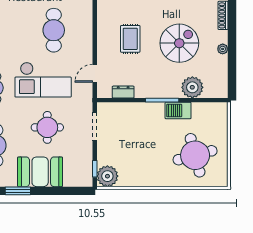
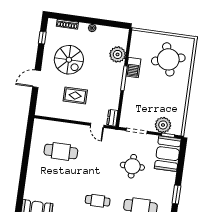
spiral stairs: (179, 43) -> (69, 60), moved, turned 180
checkout: (43, 80) -> (97, 164), removed
dresser: (123, 92) -> (112, 118), moved
booth: (40, 172) -> (168, 154), moved
plant: (107, 176) -> (163, 125), moved

